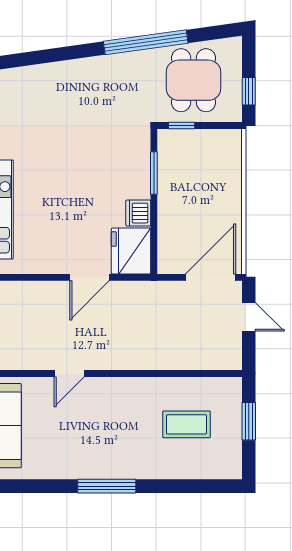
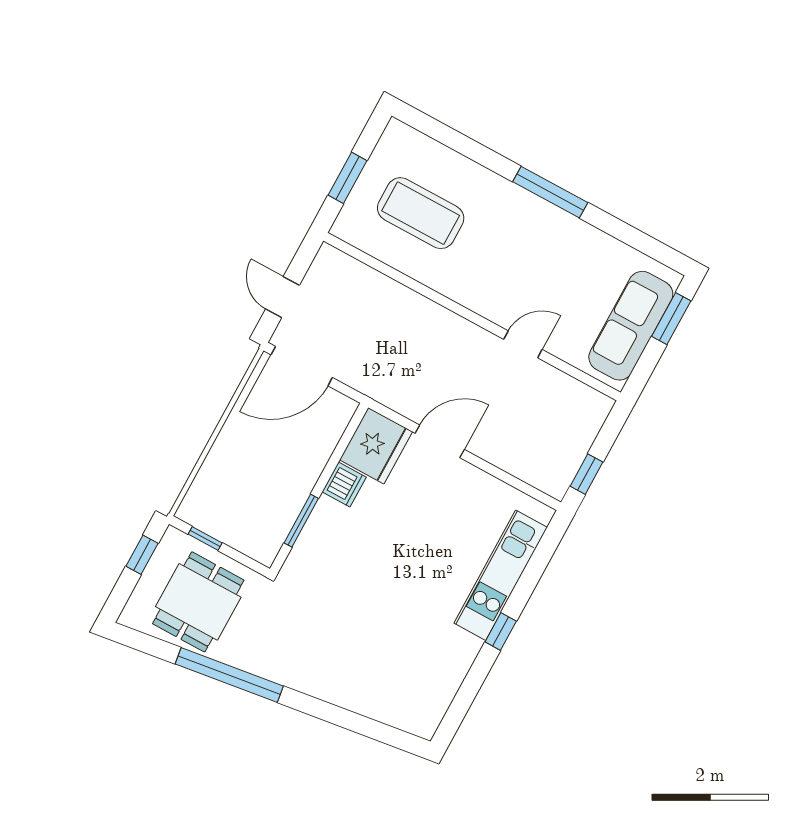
window: (182, 126) -> (205, 539), moved
coffee table: (186, 424) -> (421, 213), width x1.36, depth x1.32

